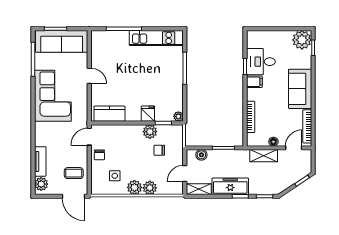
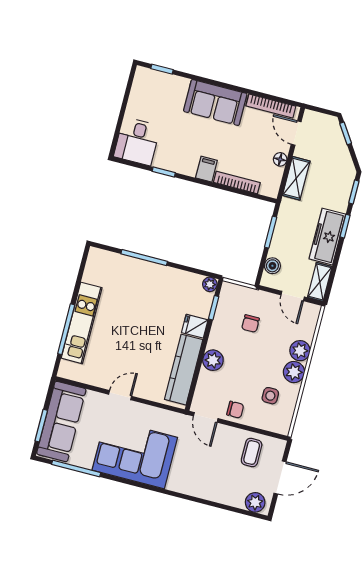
kitchen unit: (156, 38) -> (82, 323), moved
plant: (302, 40) -> (147, 82), removed
desk: (261, 62) -> (137, 141), moved
filing cabinet: (254, 82) -> (206, 169), moved
kitchen counter: (109, 114) -> (184, 370), width x1.50
plant: (150, 132) -> (213, 360), moved
tv unit: (40, 161) -> (223, 496), removed
door: (74, 196) -> (280, 478), moved

